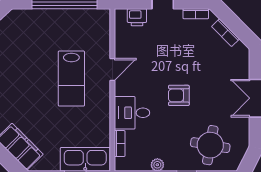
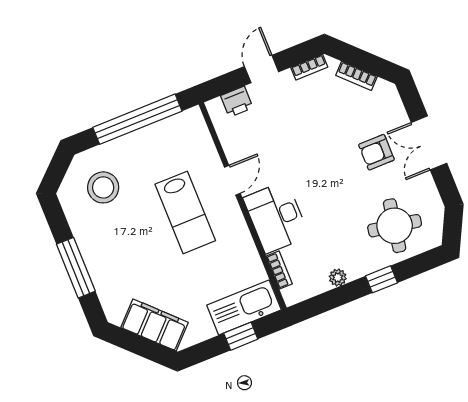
stool: (22, 39) -> (103, 187), added
armchair: (179, 95) -> (376, 152), moved
desk: (132, 113) -> (276, 217), width x1.37

